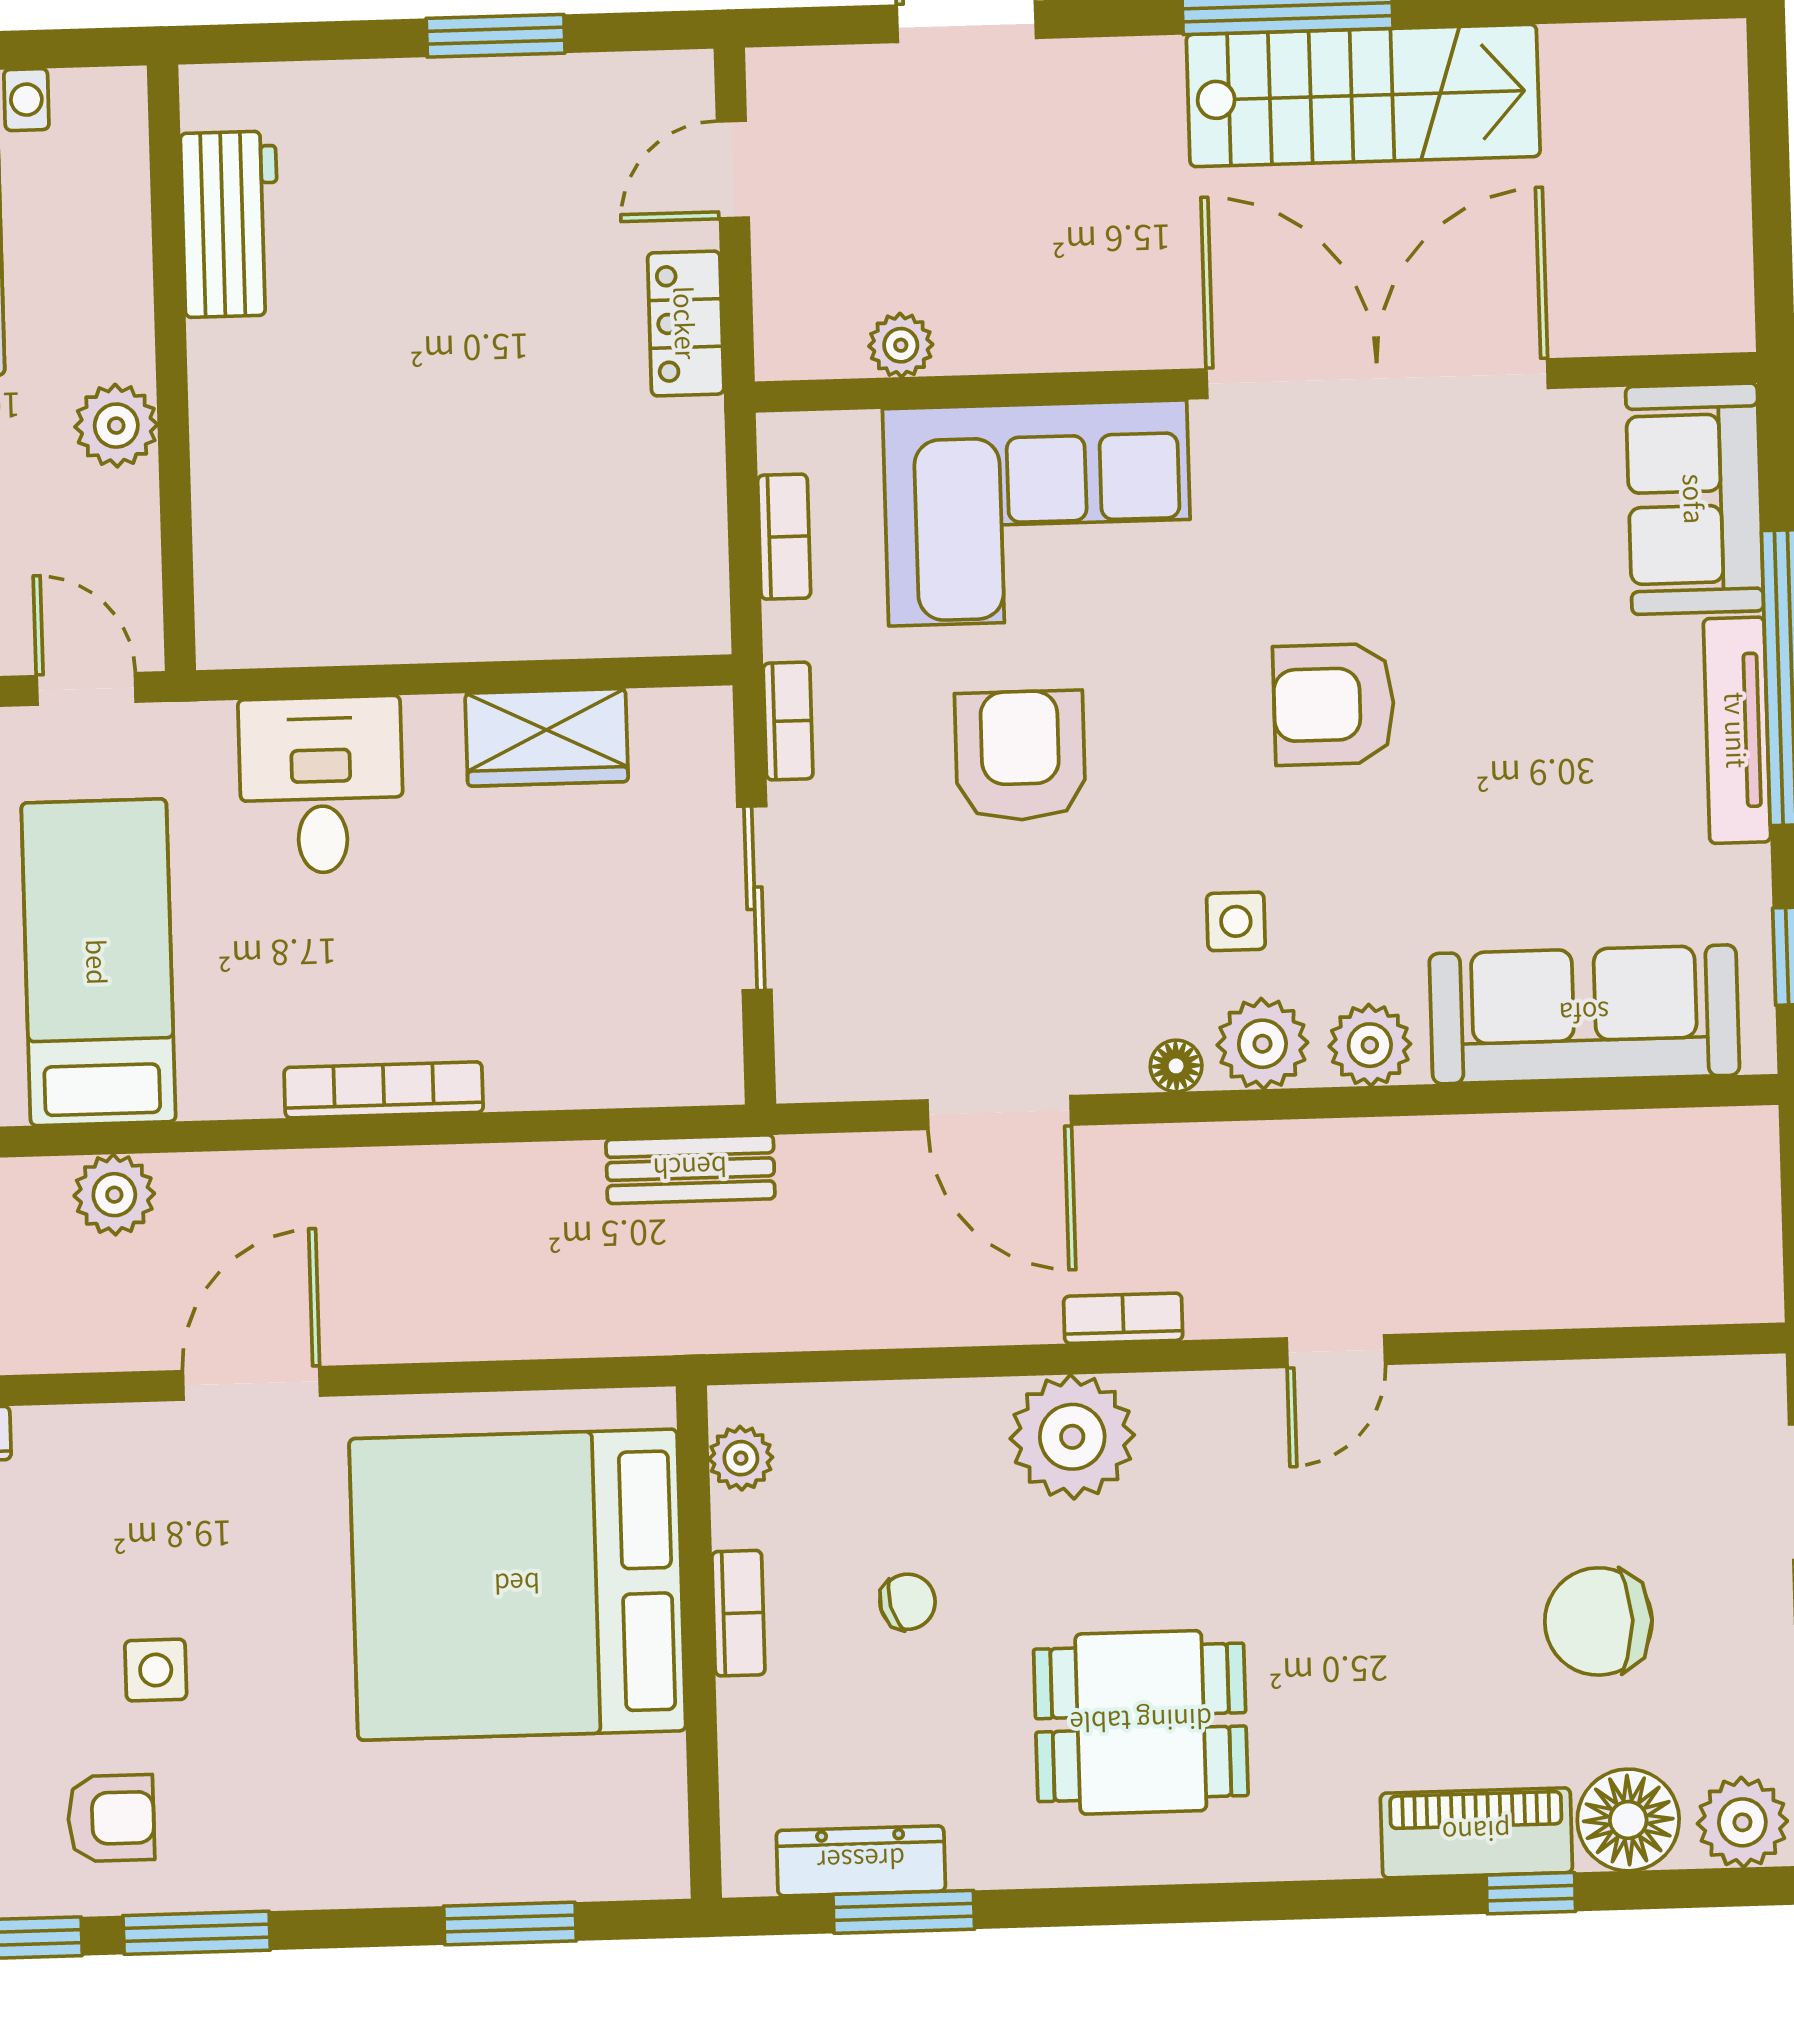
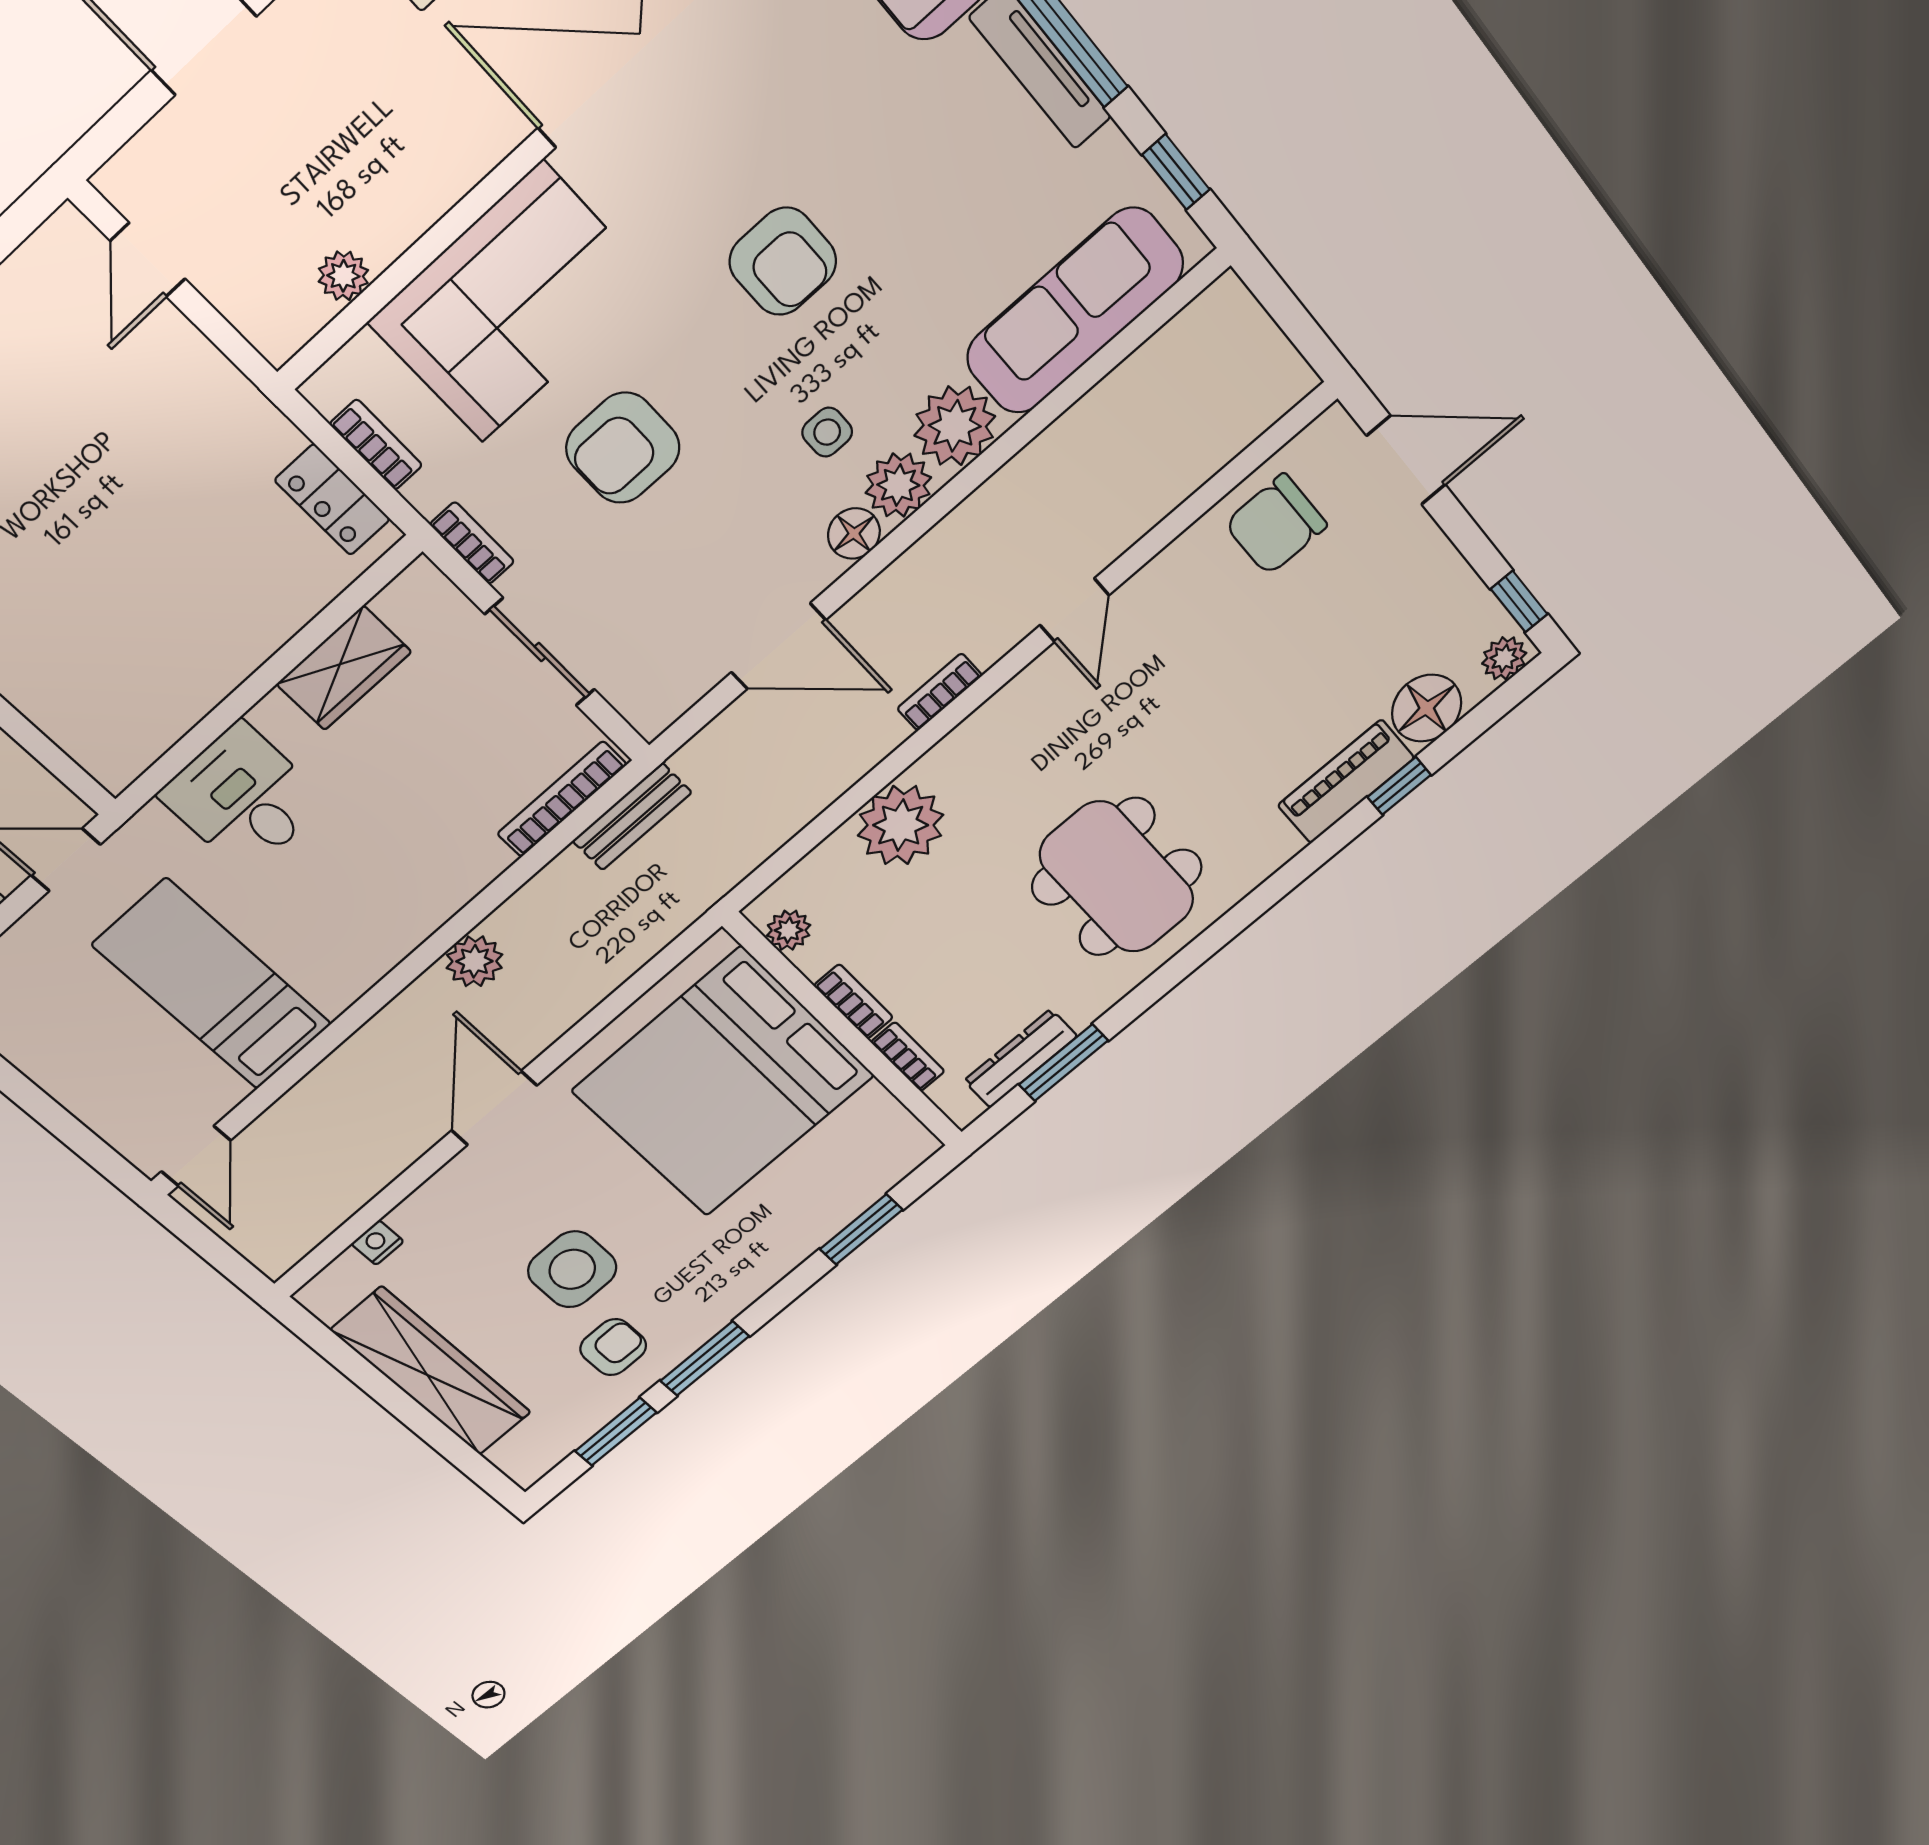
locker: (686, 323) -> (332, 500), moved
armchair: (1334, 704) -> (783, 261), turned -90
armchair: (1020, 756) -> (623, 448), turned -90
plant: (1370, 1045) -> (955, 426), width x1.36, depth x1.36
floor lamp: (1176, 1066) -> (854, 533), width x1.37, depth x1.37
bookcase: (384, 1090) -> (562, 799), moved
plant: (114, 1195) -> (474, 961), moved
plant: (1072, 1437) -> (901, 825), moved
chair: (908, 1602) -> (940, 923), removed
chair: (1598, 1621) -> (1276, 525), moved
side table: (156, 1670) -> (572, 1269), width x1.87, depth x1.87
dining table: (1141, 1722) -> (1117, 877), width x1.37
bookcase: (741, 1741) -> (908, 1057), added
plant: (1742, 1822) -> (1504, 658), width x0.73, depth x0.73

